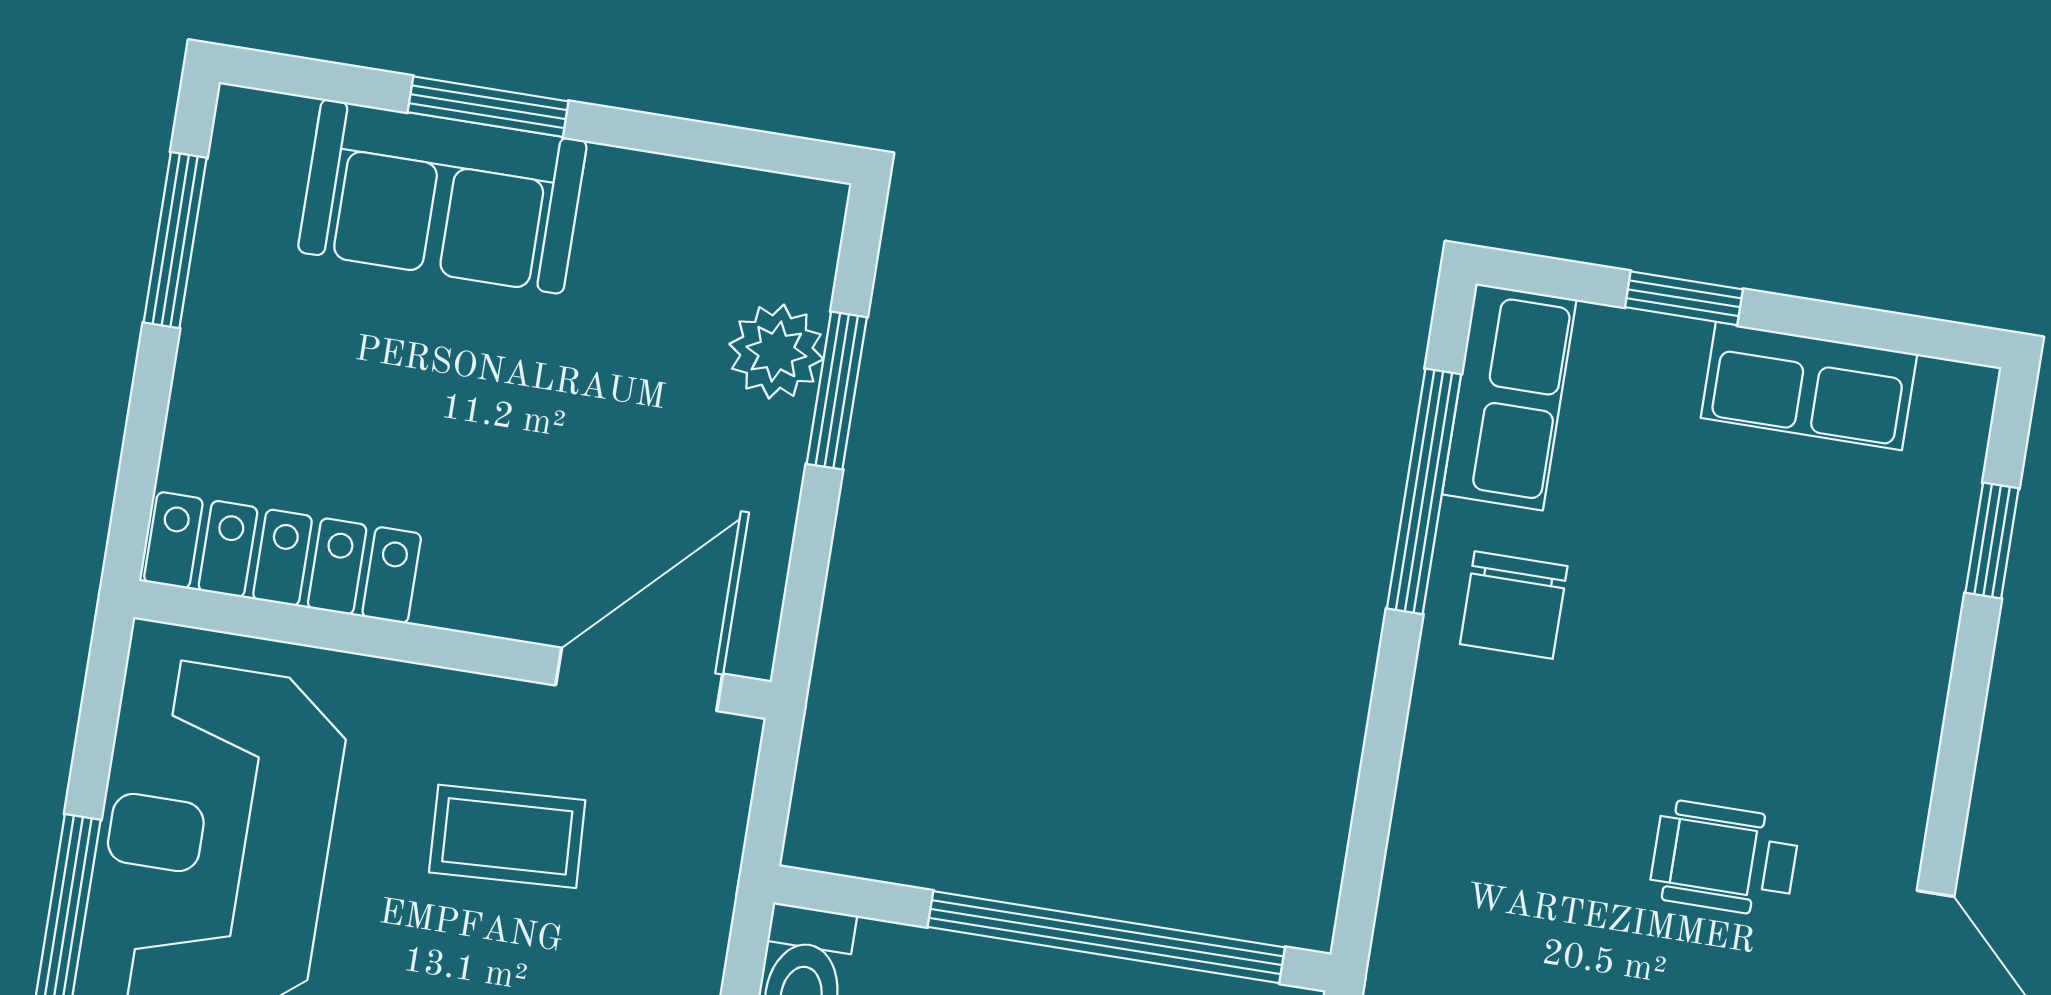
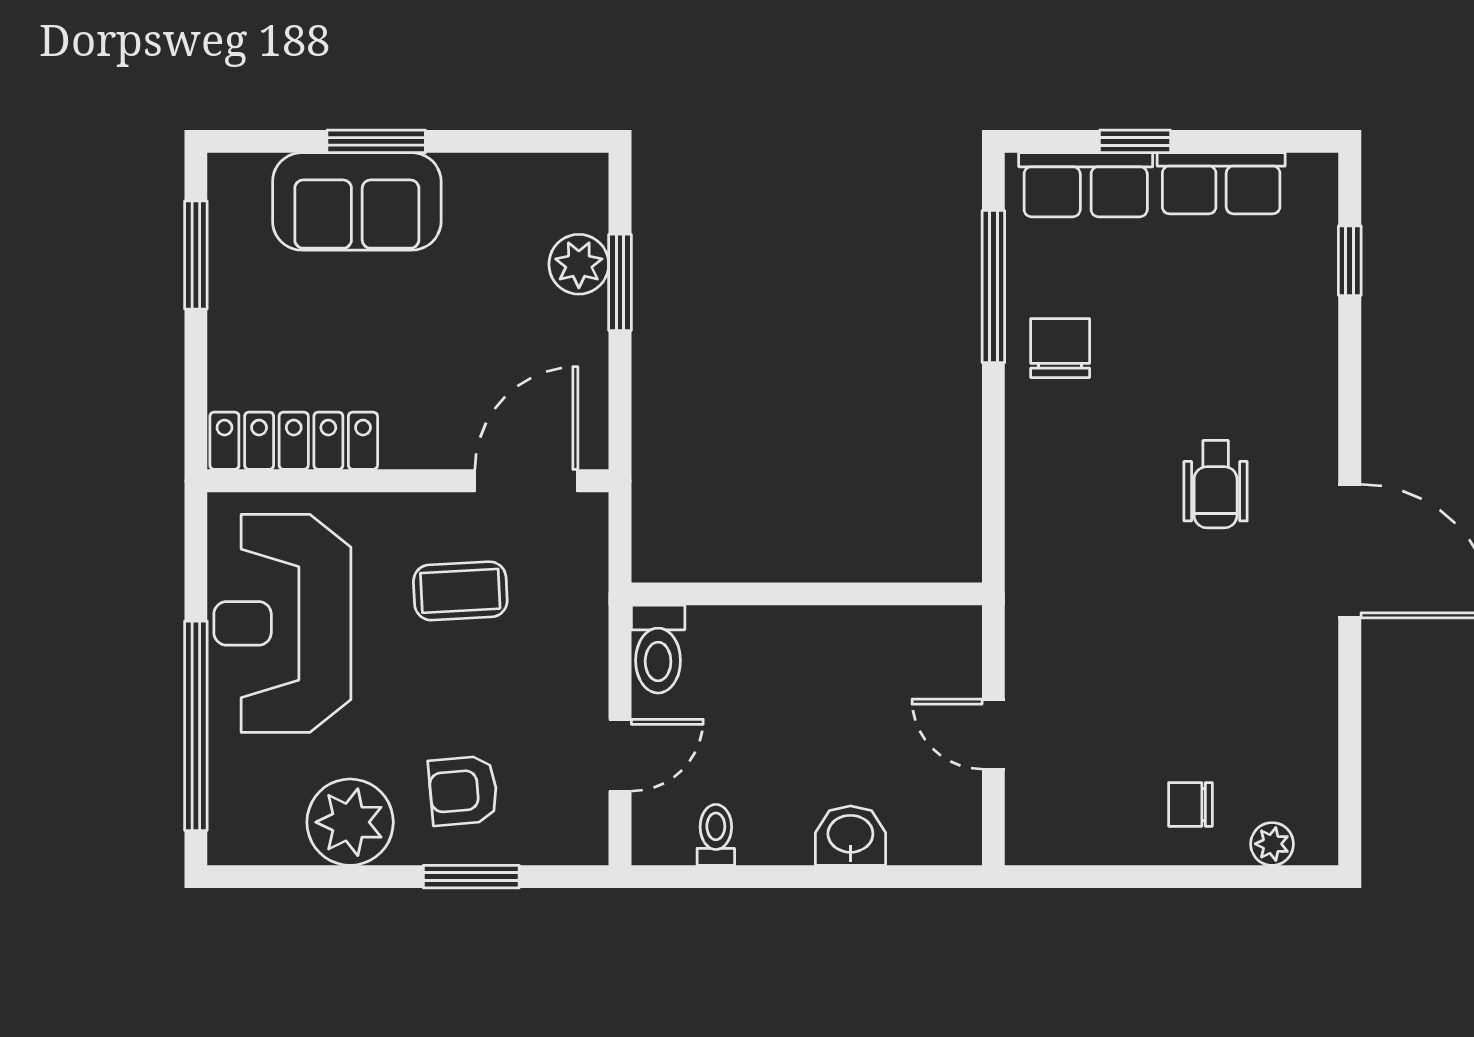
row of seats: (1509, 397) -> (1086, 185), moved, turned 90
chair: (1514, 605) -> (1060, 348), turned 180
wheelchair: (1724, 859) -> (1216, 484), turned -90
window: (1106, 937) -> (841, 594), removed

